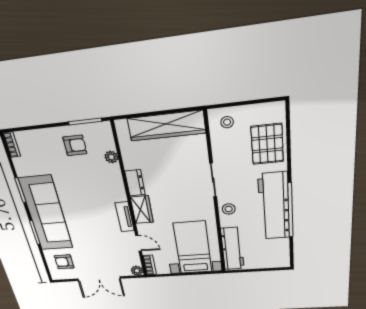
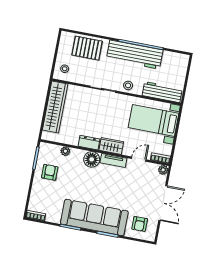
floor lamp: (115, 192) -> (92, 159), added

